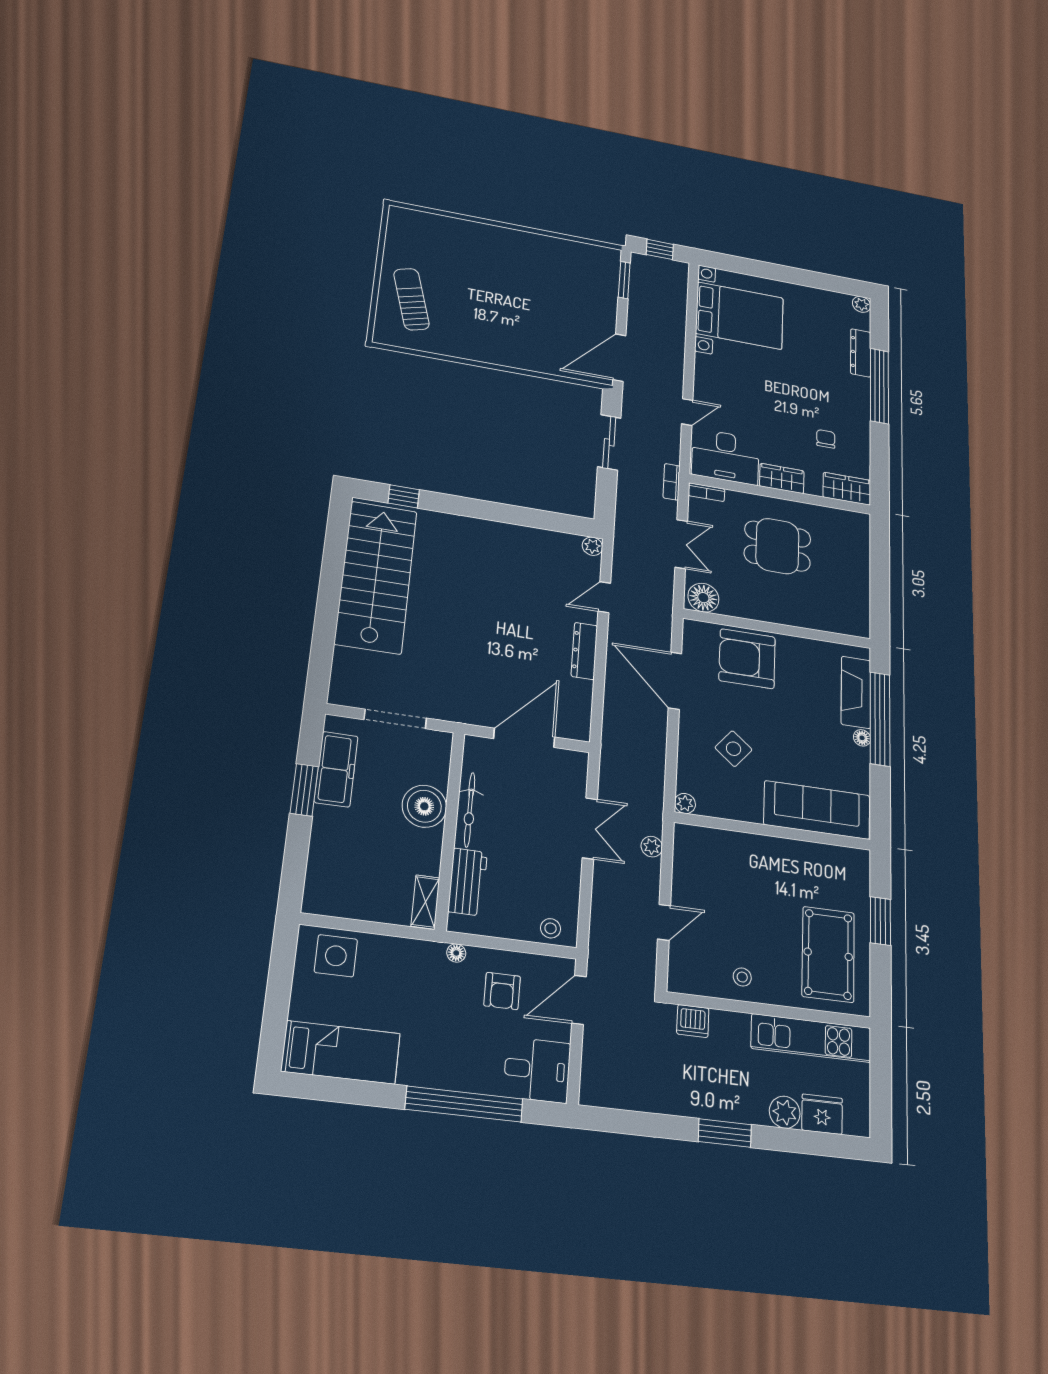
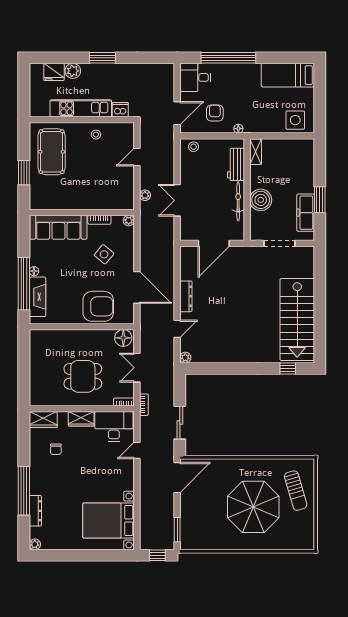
parasol: (490, 289) -> (253, 507), added
bookcase: (740, 813) -> (99, 220), added
kitchen unit: (811, 1038) -> (81, 108), moved

